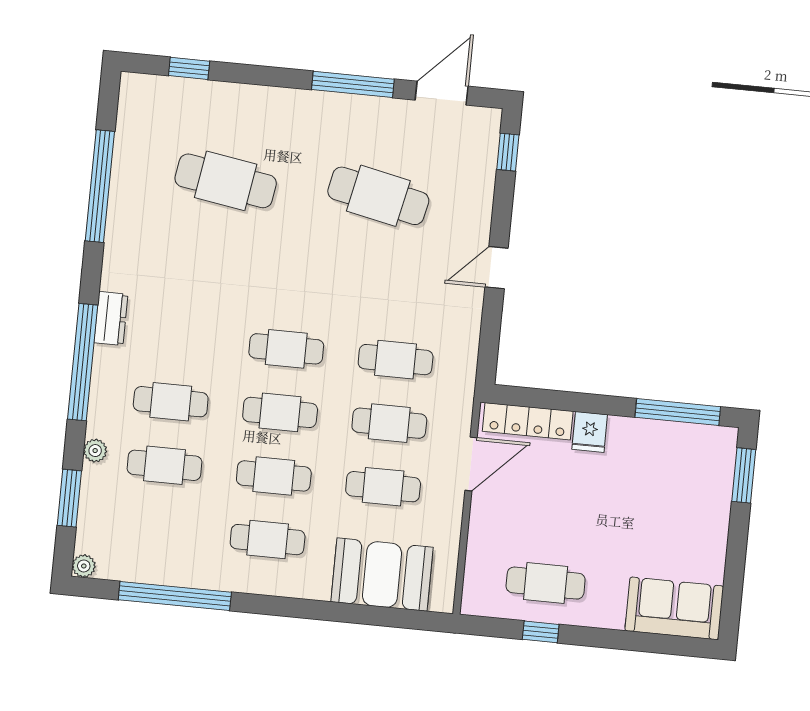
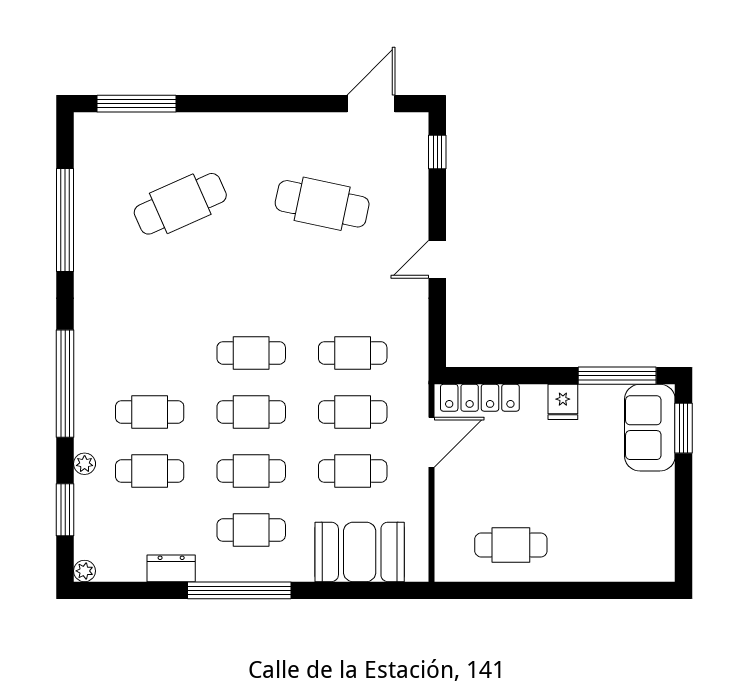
window: (189, 68) -> (136, 104), width x2.17
window: (353, 84) -> (289, 104), removed
cafe table: (226, 181) -> (180, 204), turned -33
dresser: (111, 318) -> (171, 568), moved, turned -90
fridge: (590, 432) -> (563, 402), moved
window: (175, 596) -> (239, 590), moved
sofa: (674, 608) -> (650, 428), moved, turned -90
window: (541, 632) -> (511, 590), removed

